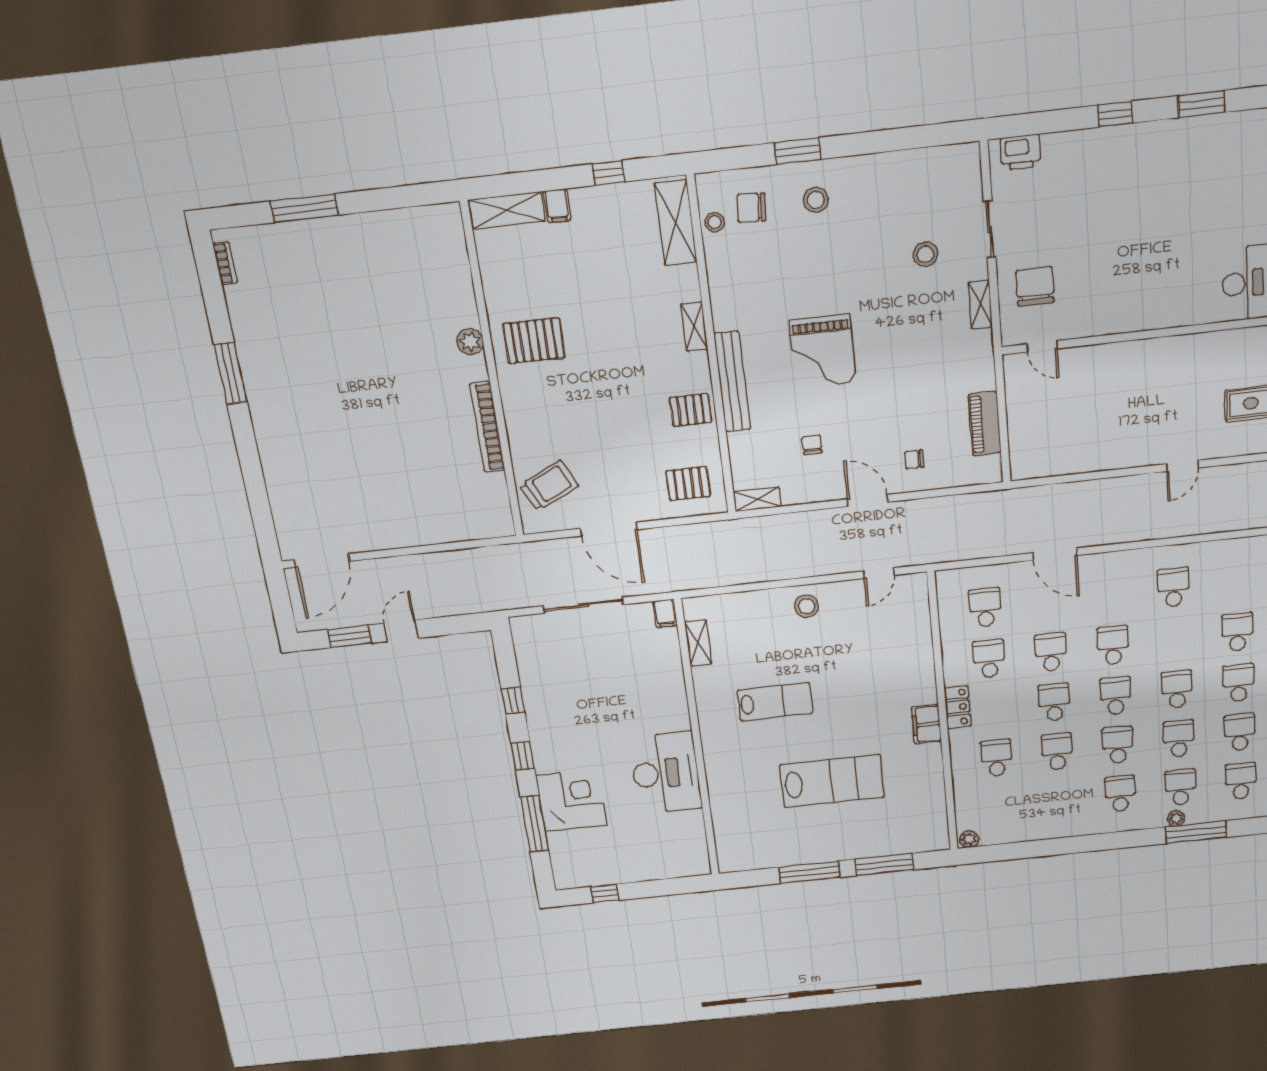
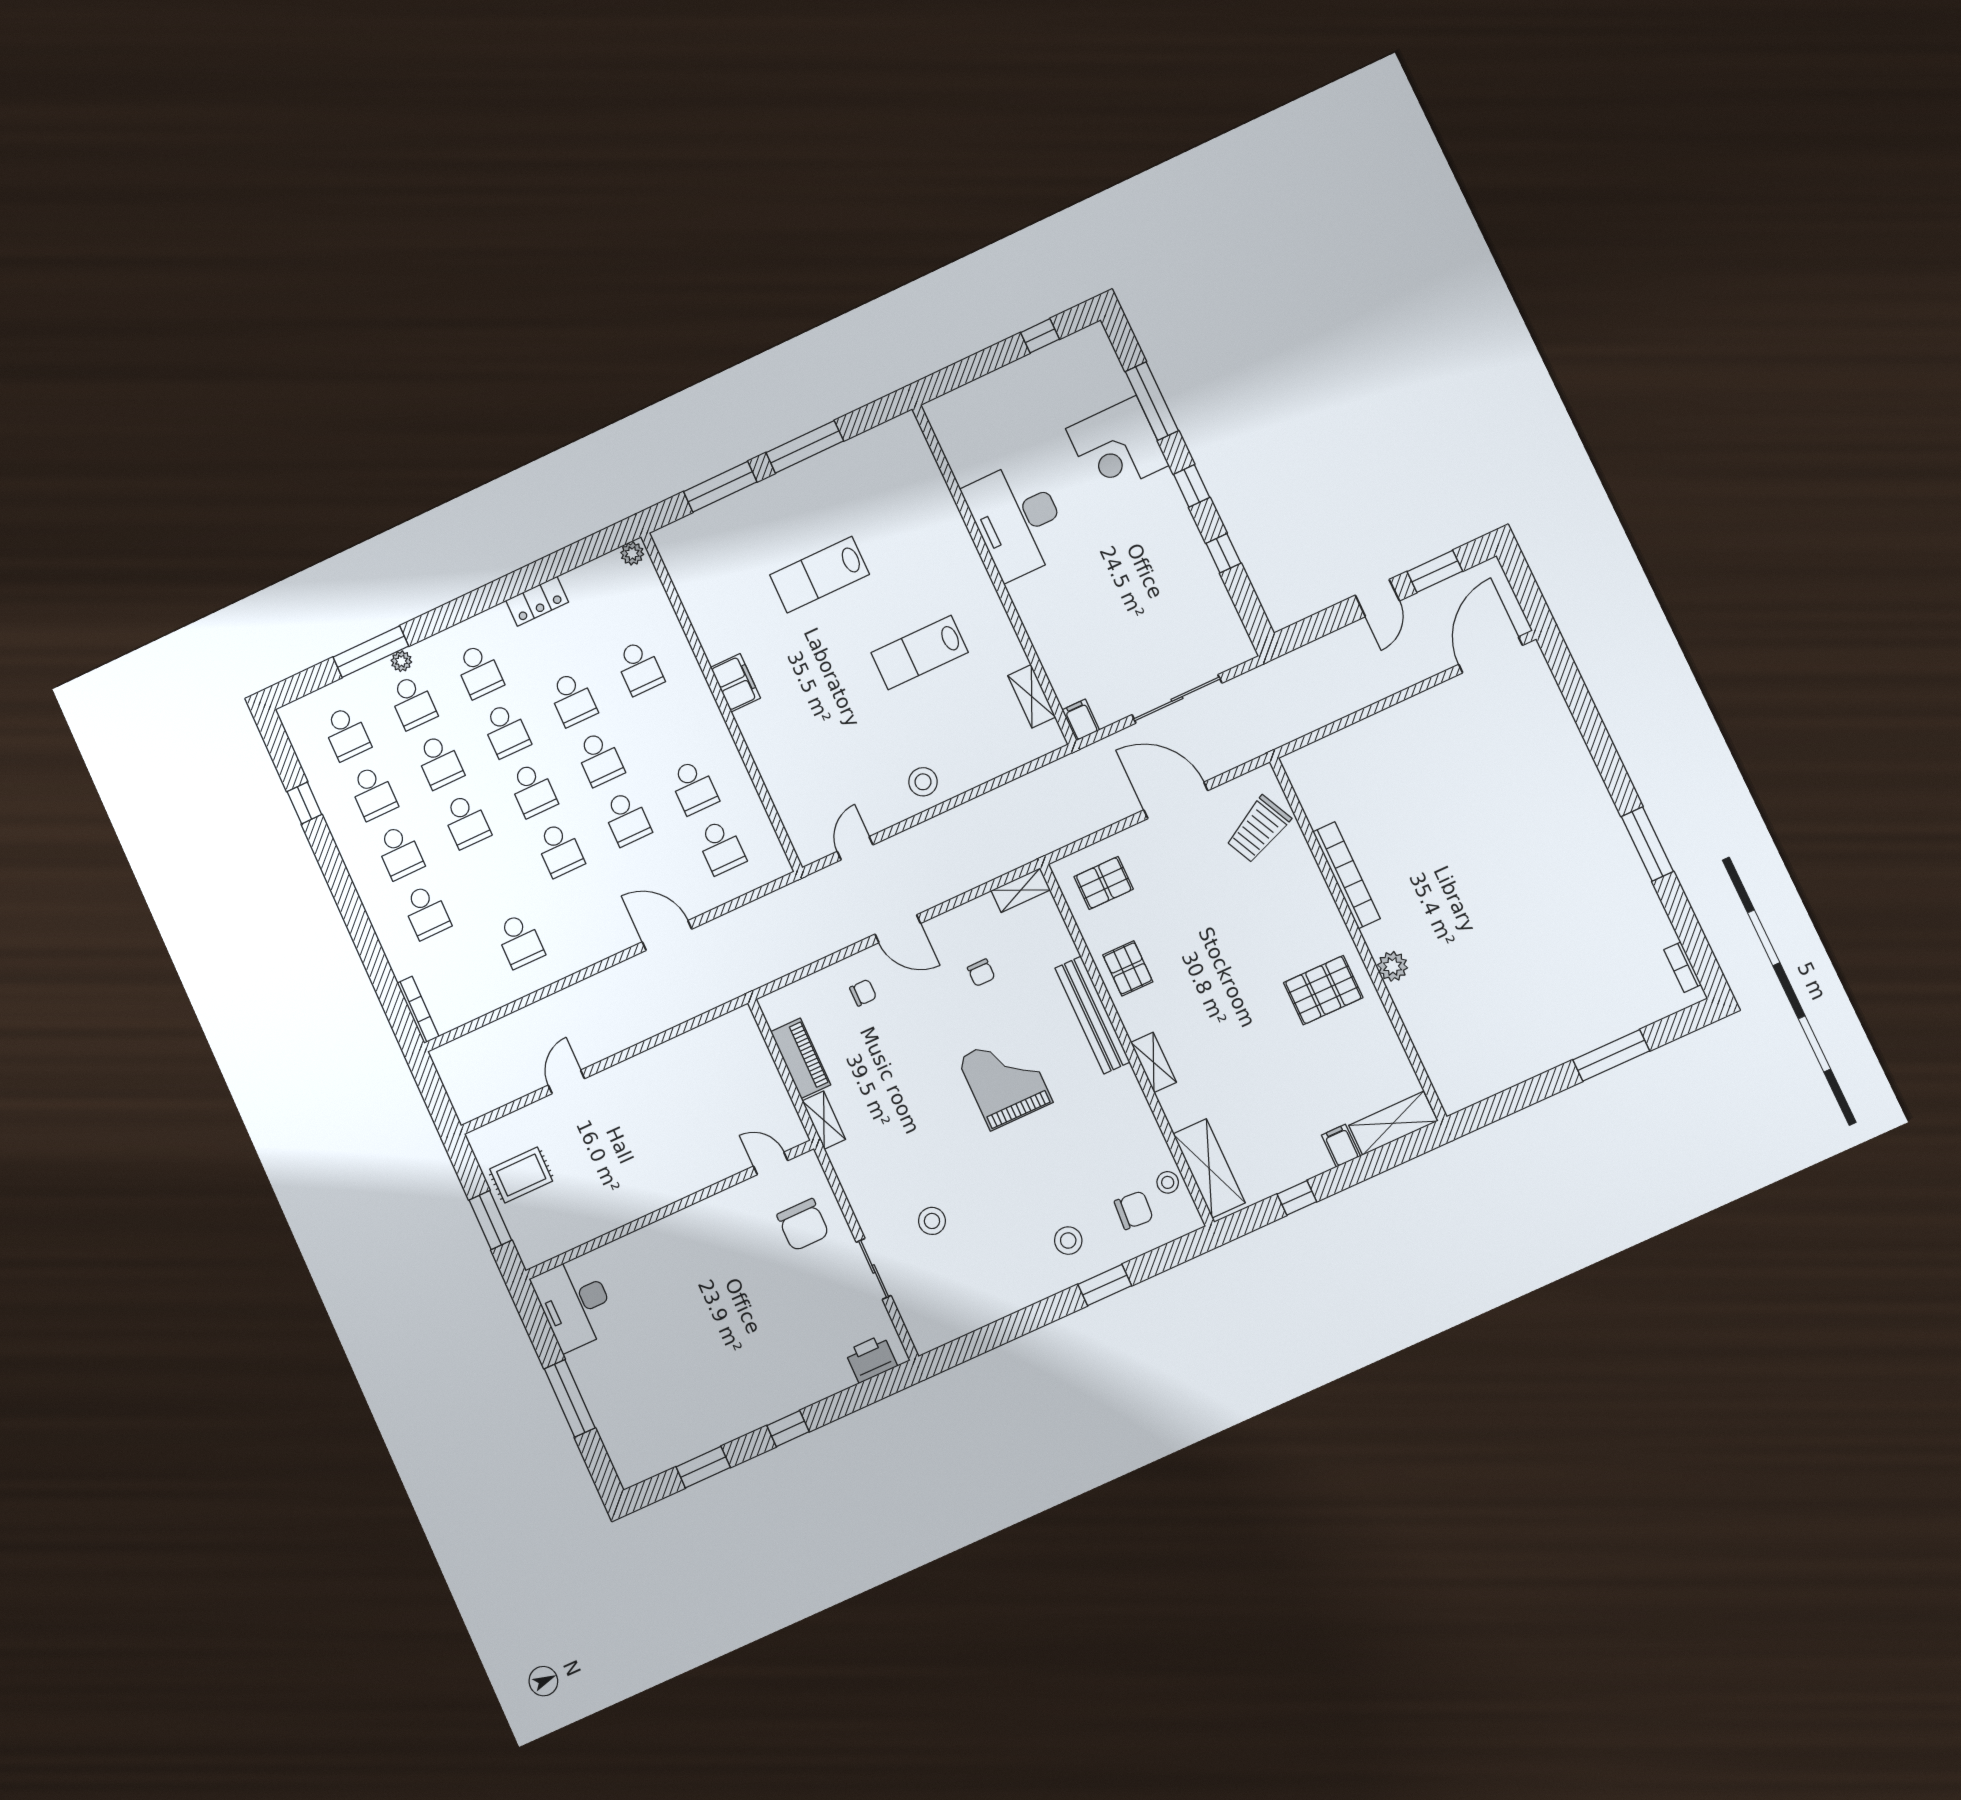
shelving: (980, 304) -> (824, 1120), moved
pallet: (691, 410) -> (1128, 968), turned 90
locker: (958, 707) -> (537, 601), moved, turned -90
lab bench: (832, 781) -> (820, 575), width x0.73, depth x0.72

